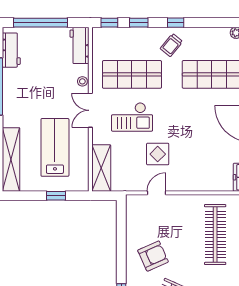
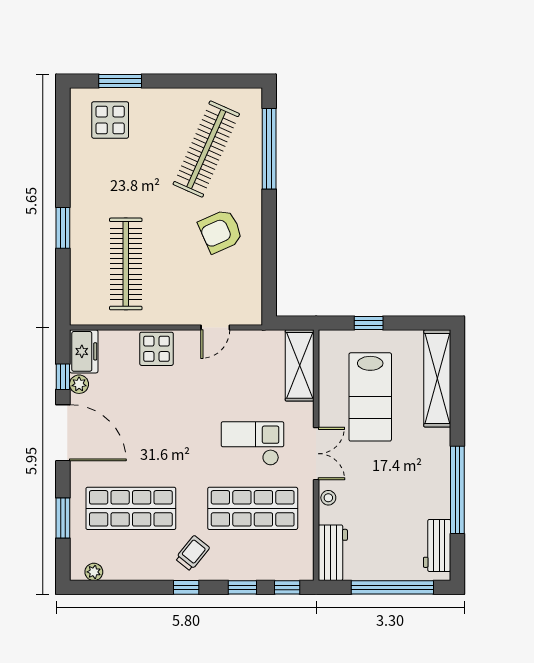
display table: (158, 154) -> (157, 349), moved

